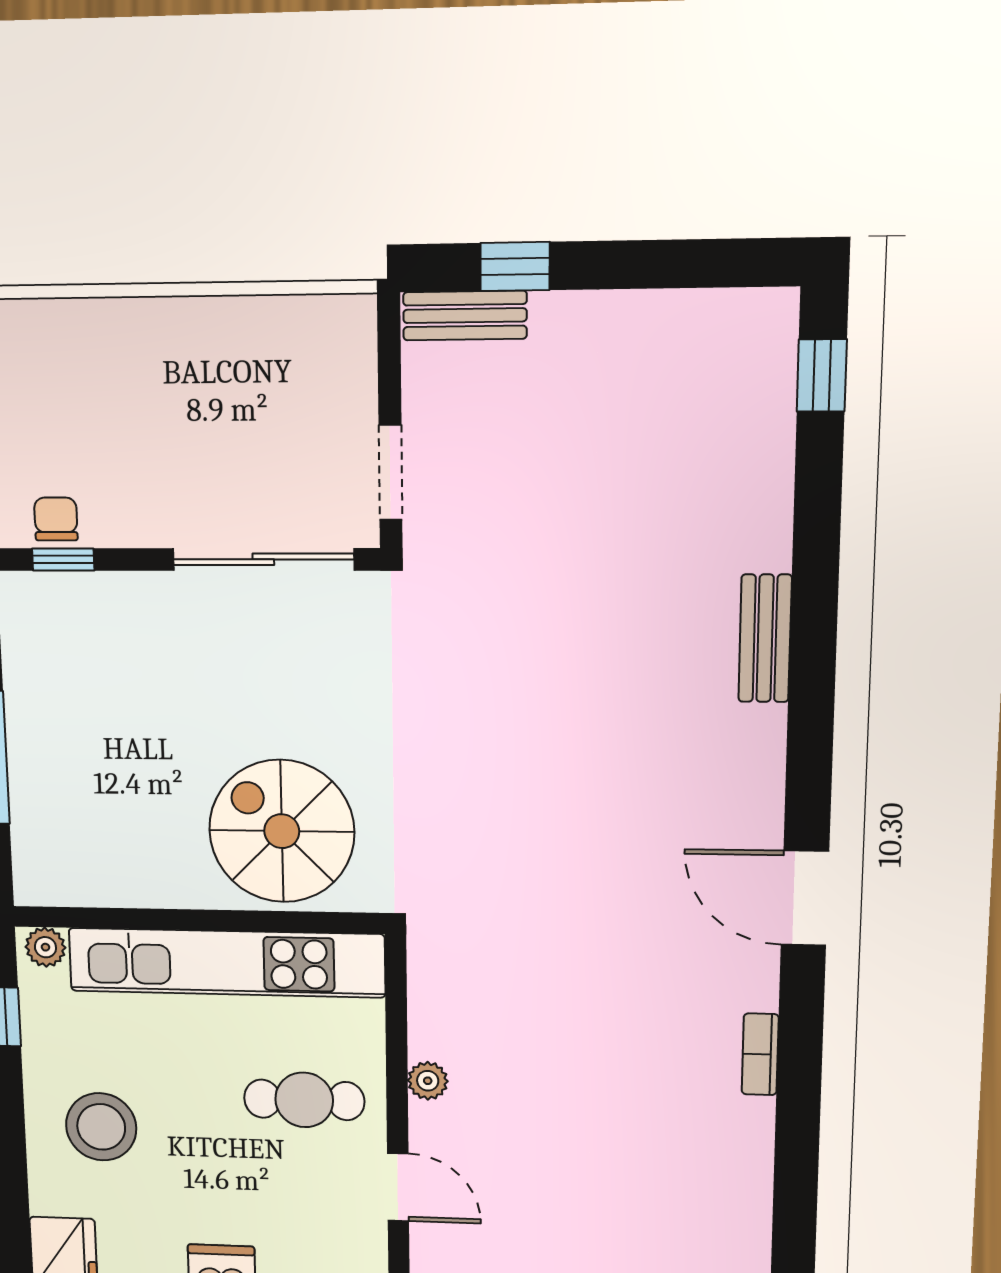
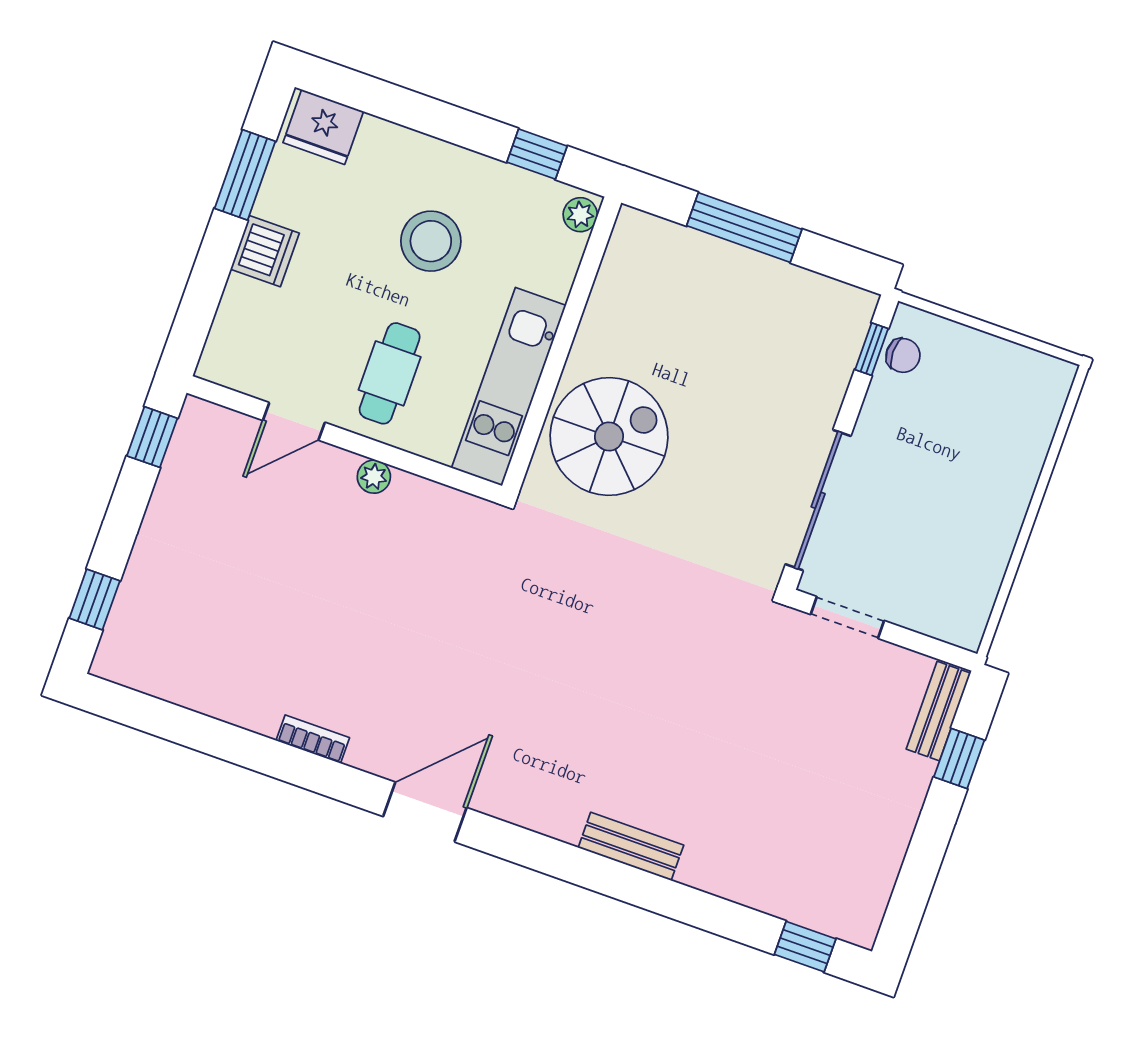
kitchen unit: (226, 963) -> (509, 387), width x0.73
stool: (101, 1127) -> (431, 241), moved

